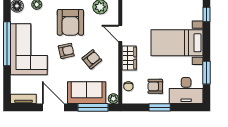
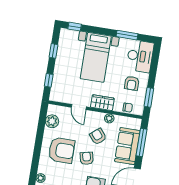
door: (120, 33) -> (79, 107), hinge flipped
plant: (113, 99) -> (109, 118), moved
window: (160, 107) -> (149, 97), moved

